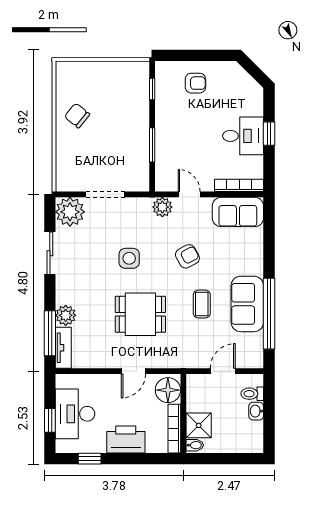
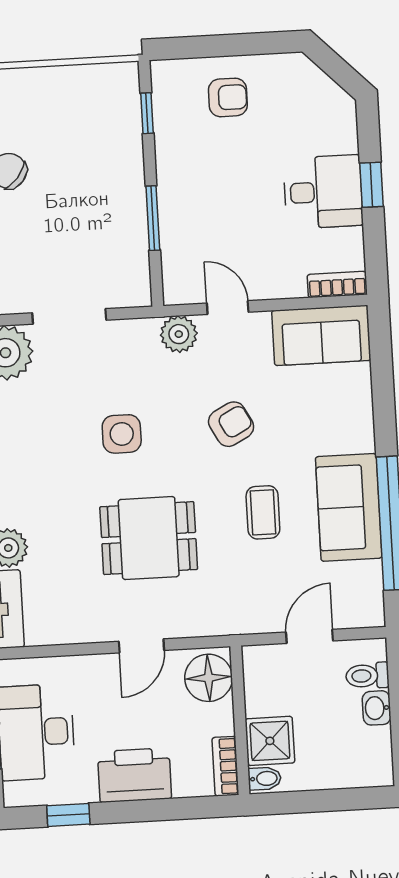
bookcase: (239, 185) -> (337, 284), width x0.64
bookcase: (174, 429) -> (225, 766), width x0.64

